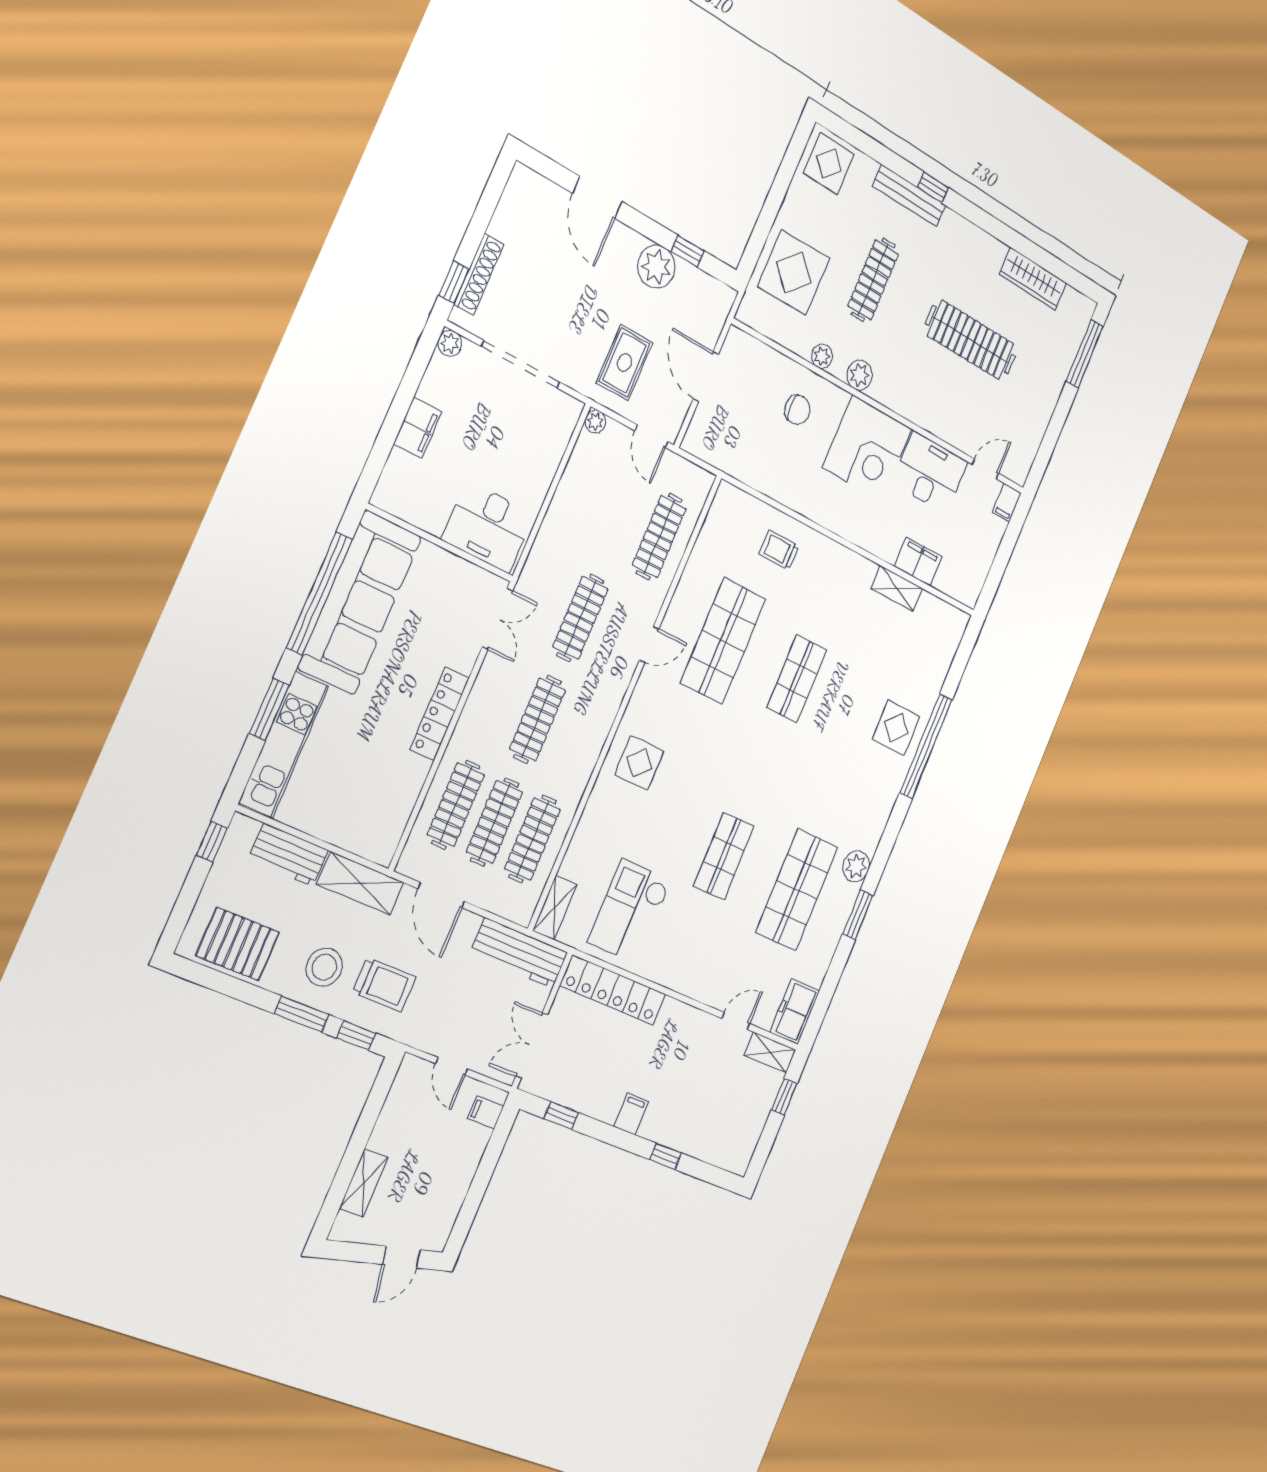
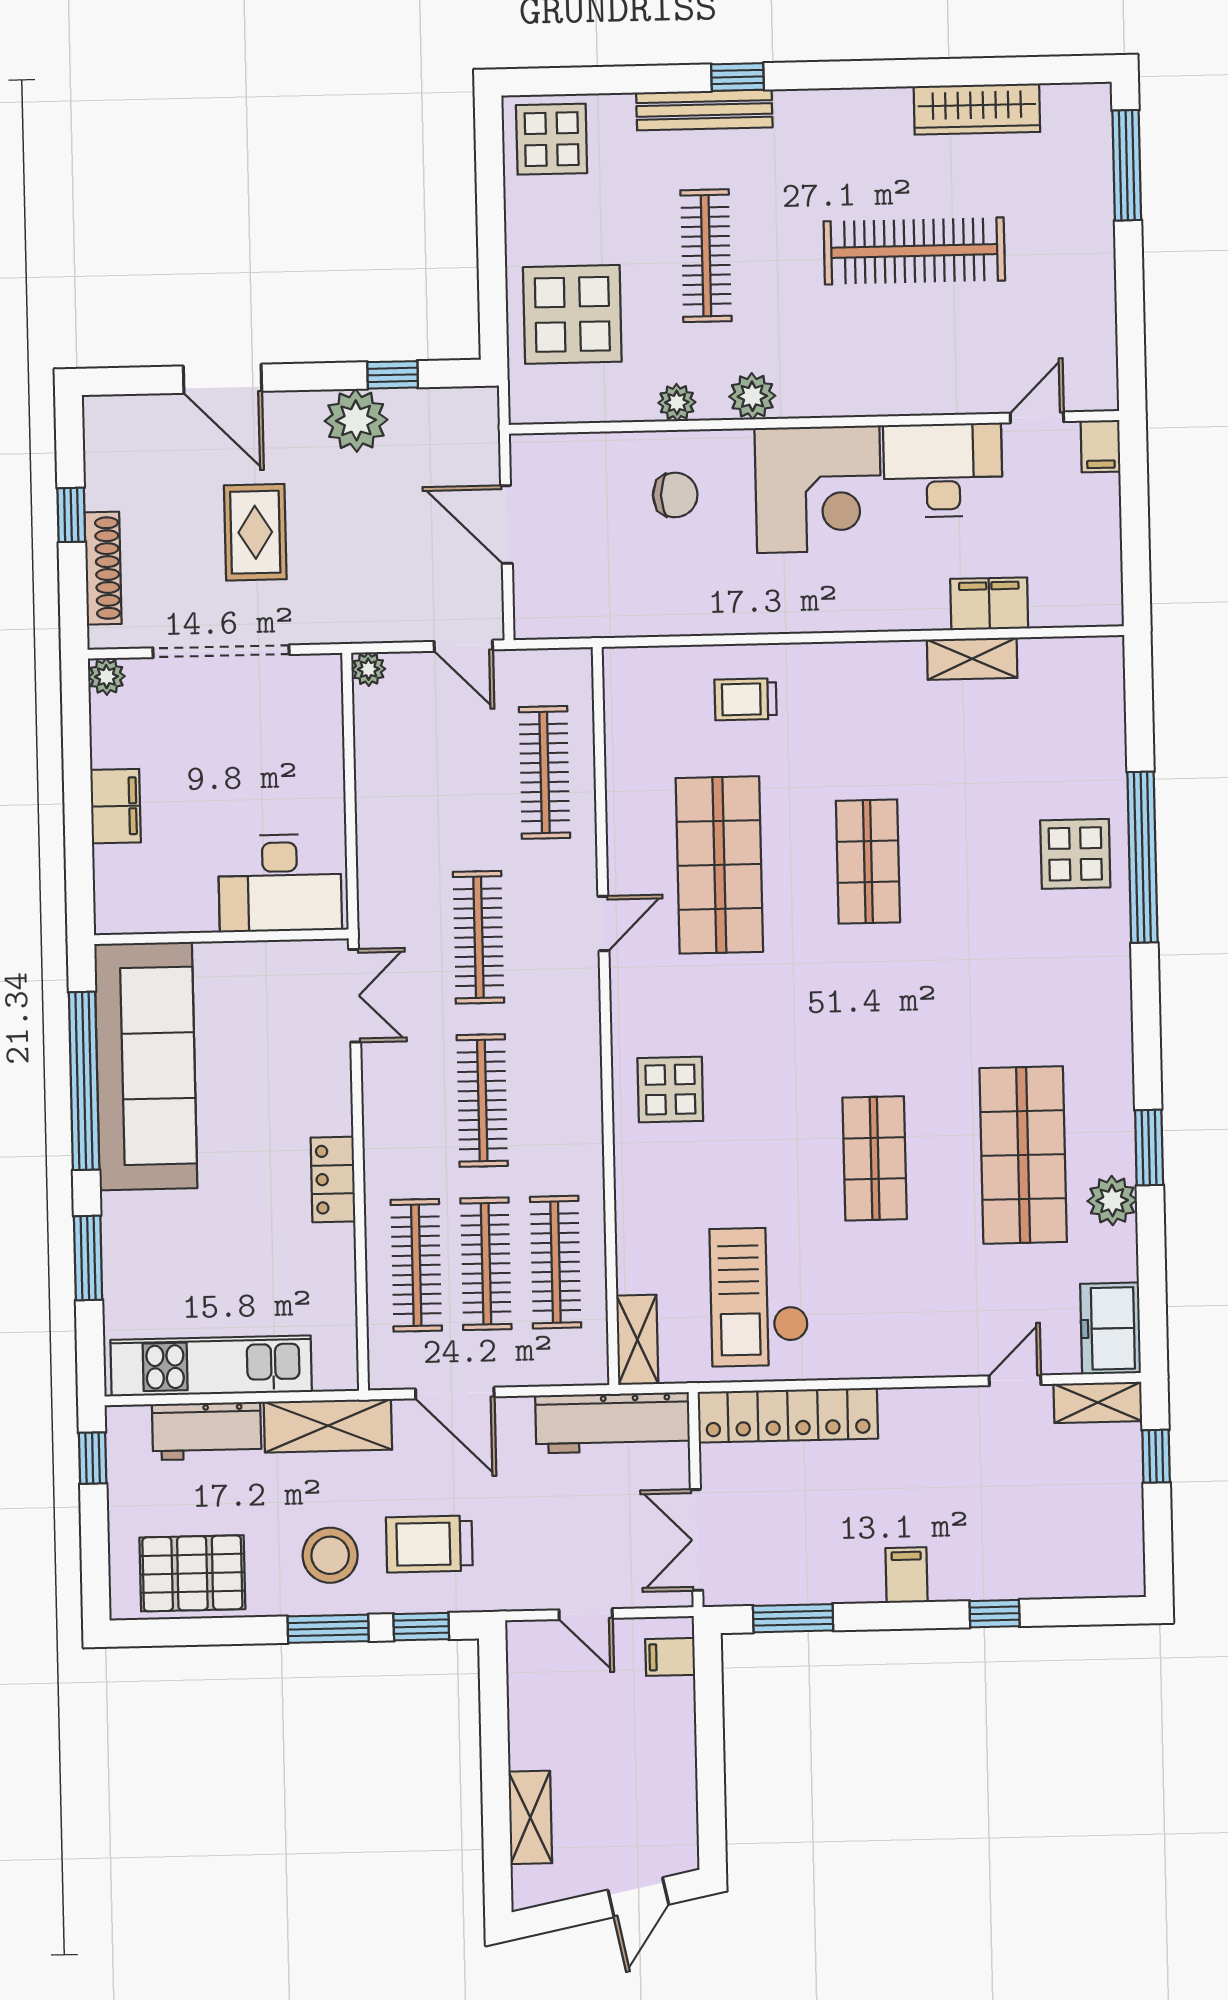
window: (454, 282) -> (71, 515), moved
rug: (624, 363) -> (255, 532), moved
locker: (440, 714) -> (333, 1179), width x0.66
kitchen unit: (284, 744) -> (211, 1366), moved, turned -90
plant: (856, 866) -> (1112, 1201), moved
trolley: (384, 985) -> (429, 1544), turned 180
window: (561, 1116) -> (793, 1618), width x1.50

